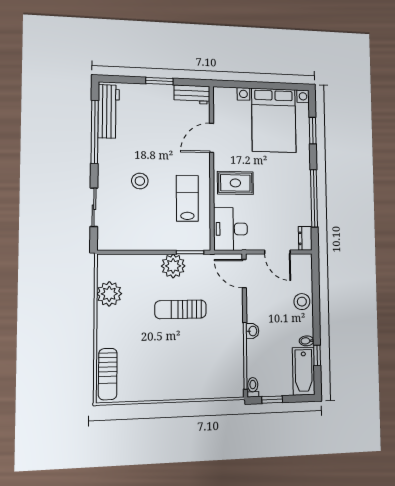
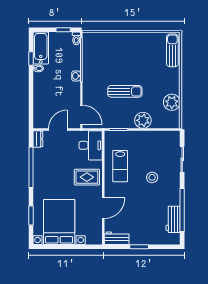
workbench: (109, 111) -> (173, 219), width x0.73
door: (277, 252) -> (58, 130), hinge flipped
plant: (173, 266) -> (143, 120), moved
stool: (302, 302) -> (41, 95), removed

